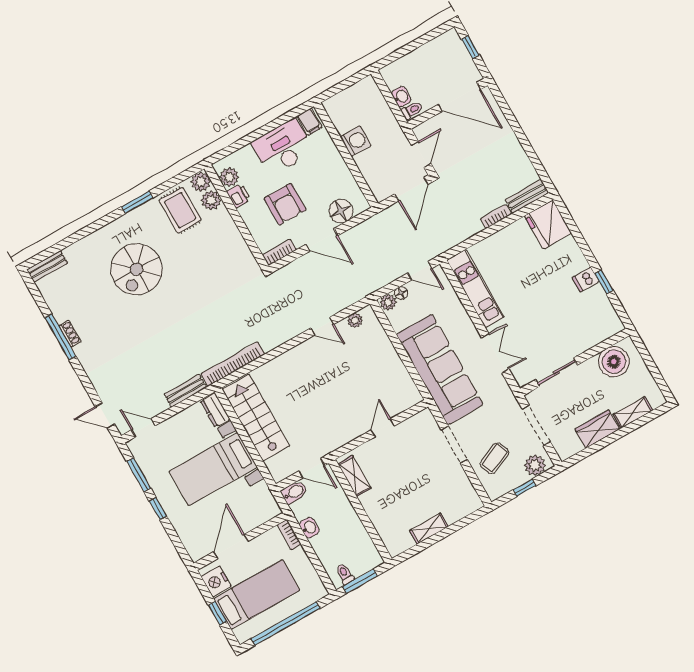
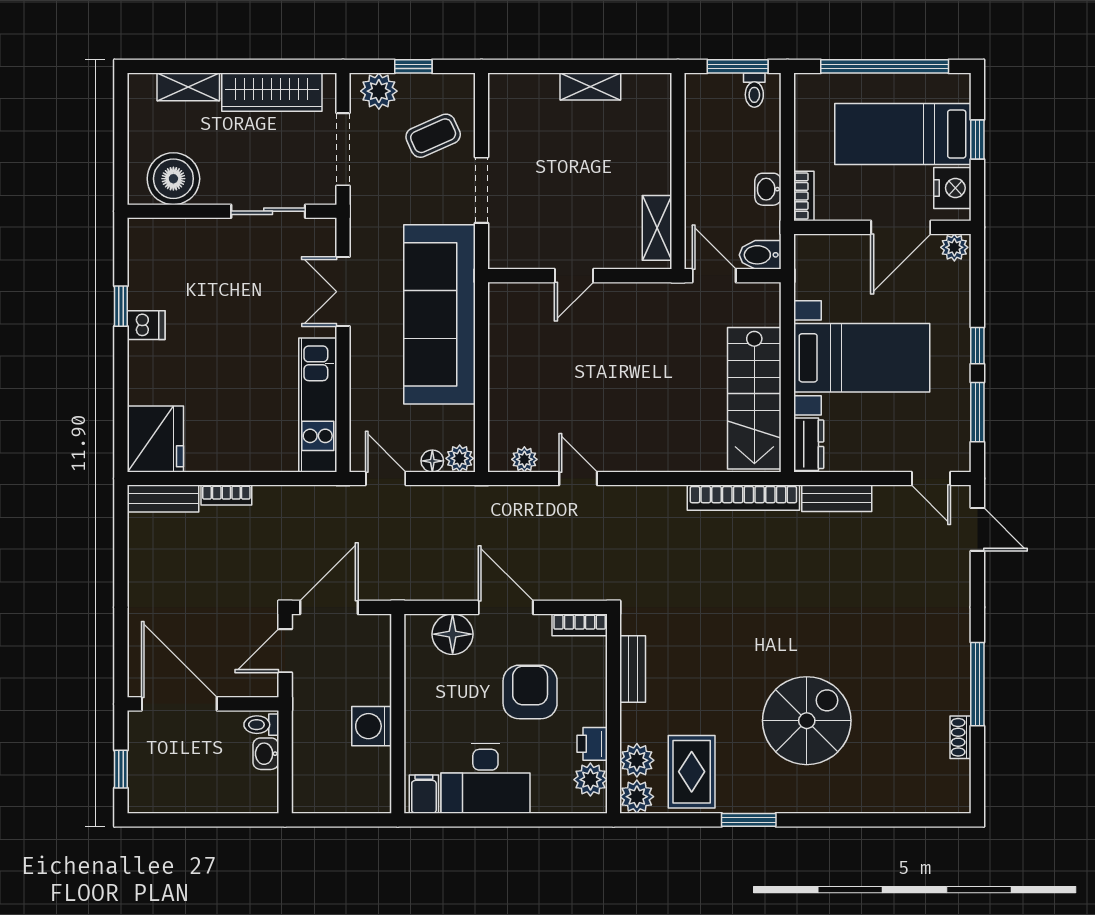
bench: (47, 266) -> (633, 669), moved, turned 90
shoe rack: (70, 334) -> (961, 737), moved
wardrobe: (597, 429) -> (272, 92), width x1.50
plant: (198, 552) -> (954, 247), added

